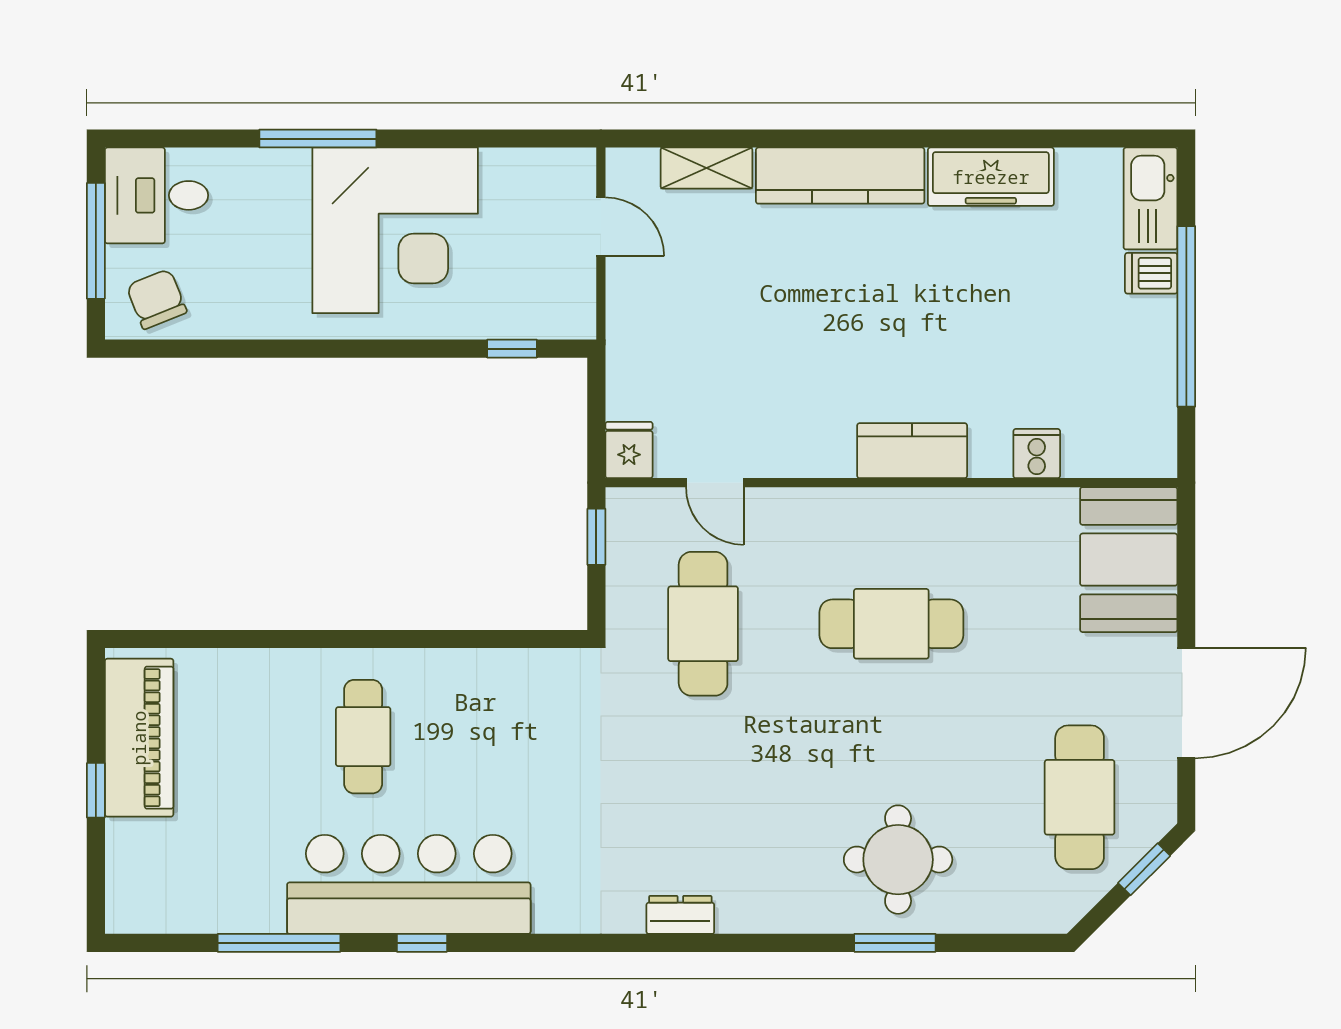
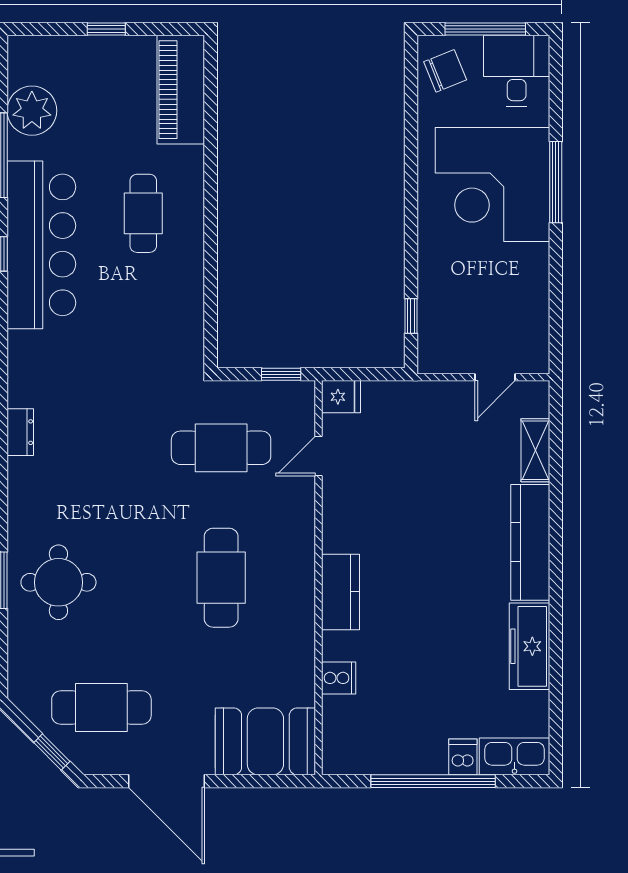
corner desk: (395, 230) -> (493, 185), moved
cafe table: (363, 737) -> (143, 213), turned 90
piano: (139, 738) -> (181, 90), moved, turned 90
plant: (214, 898) -> (32, 111), added

